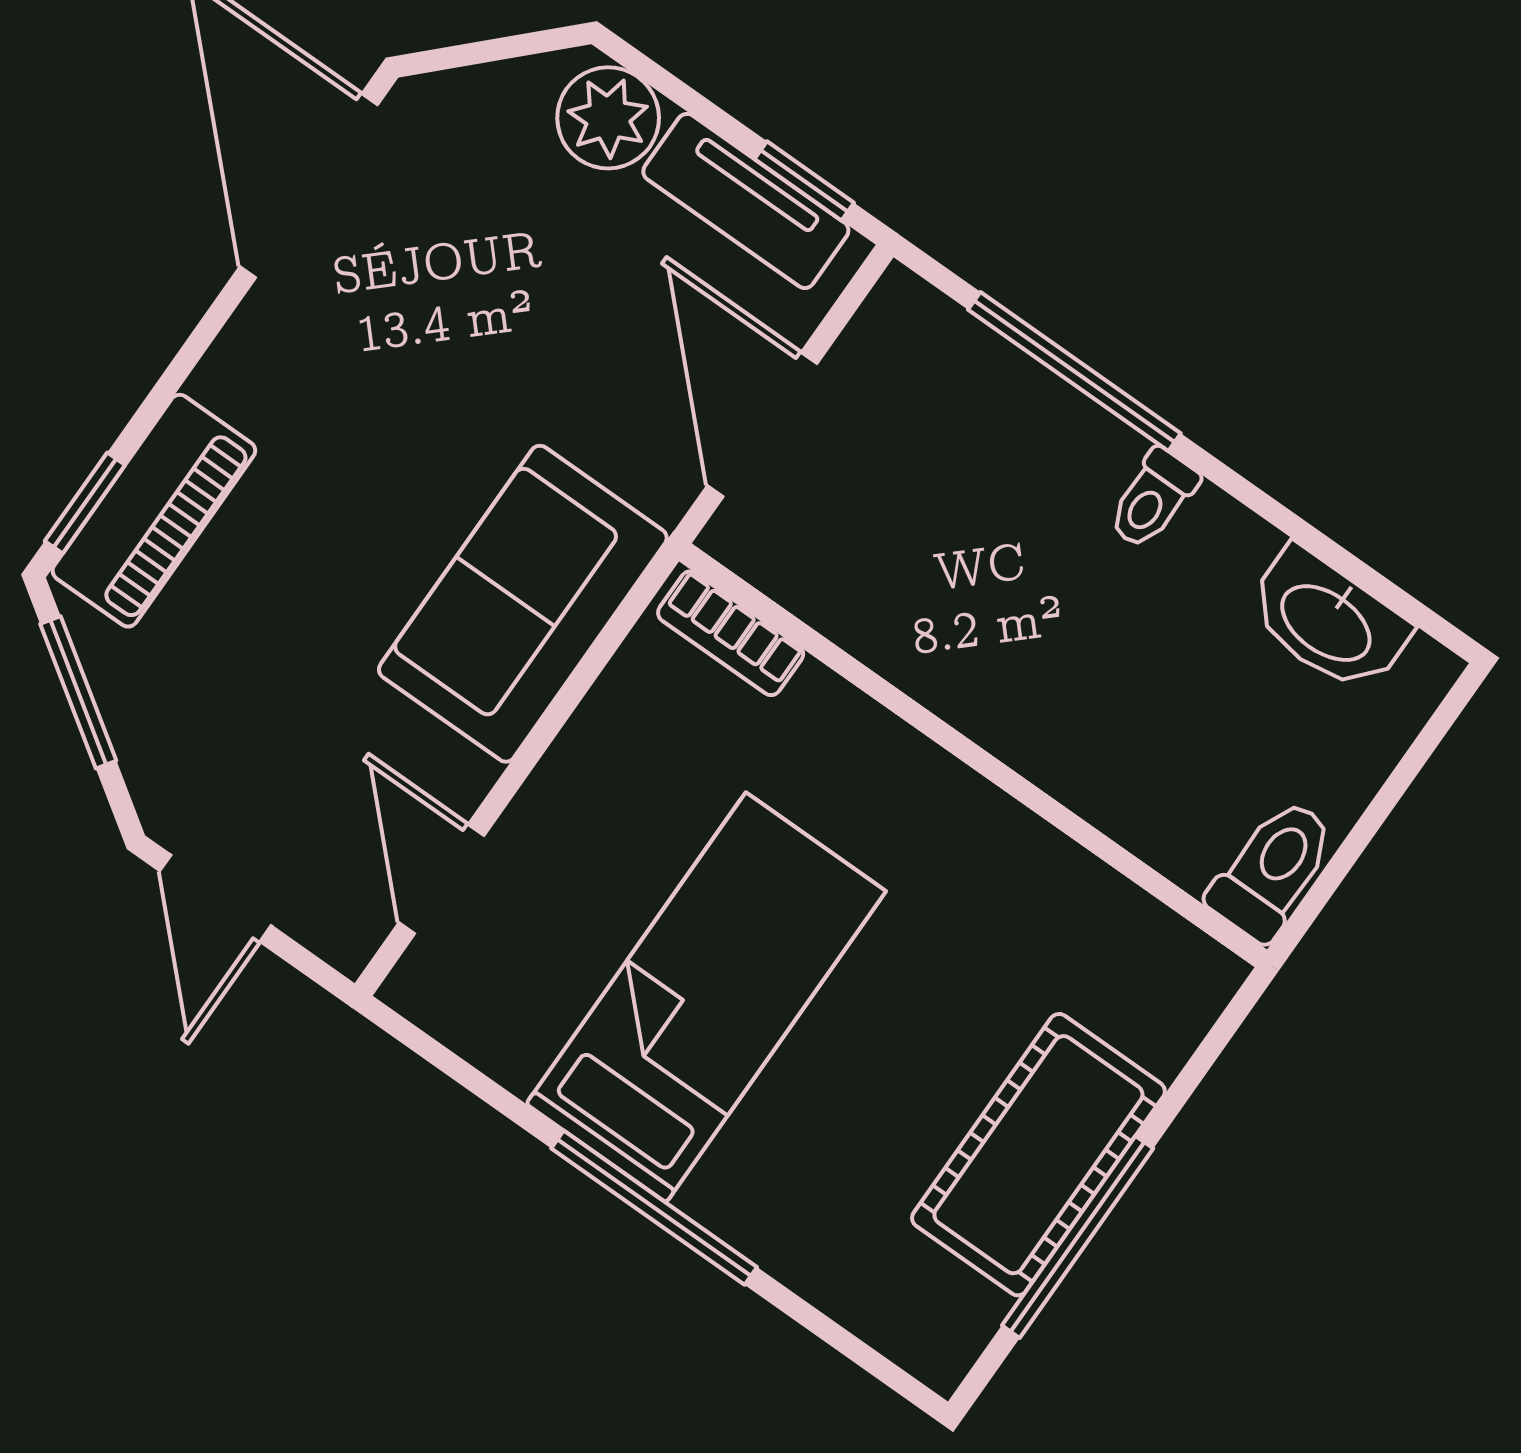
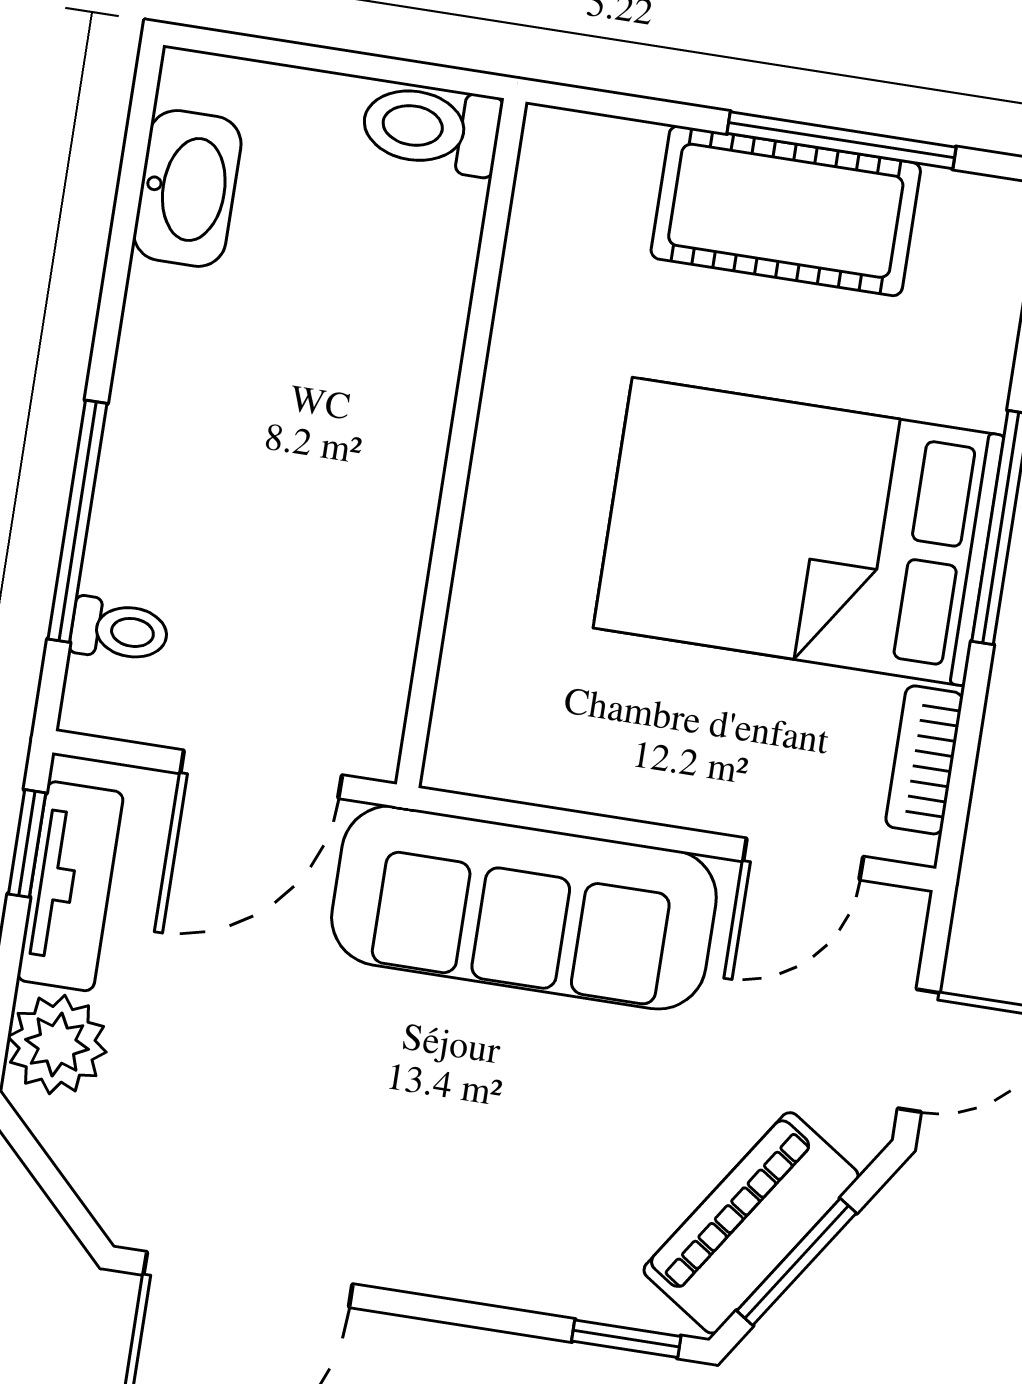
toilet: (1153, 499) -> (119, 630), moved
piano: (154, 511) -> (751, 1223), moved, turned -56
sofa: (523, 604) -> (524, 907), width x1.36
bookcase: (731, 633) -> (924, 760), moved, turned 180
bed: (706, 997) -> (799, 532), width x1.50

